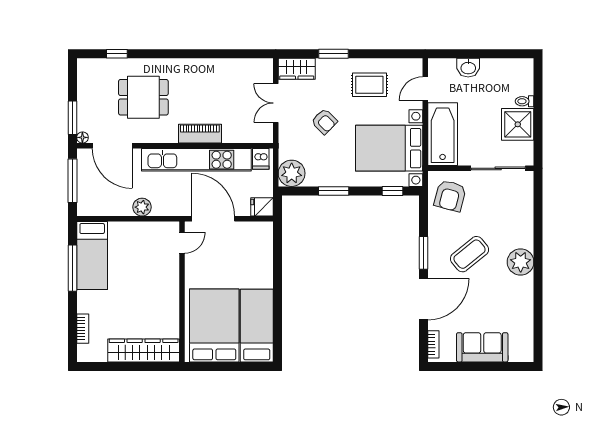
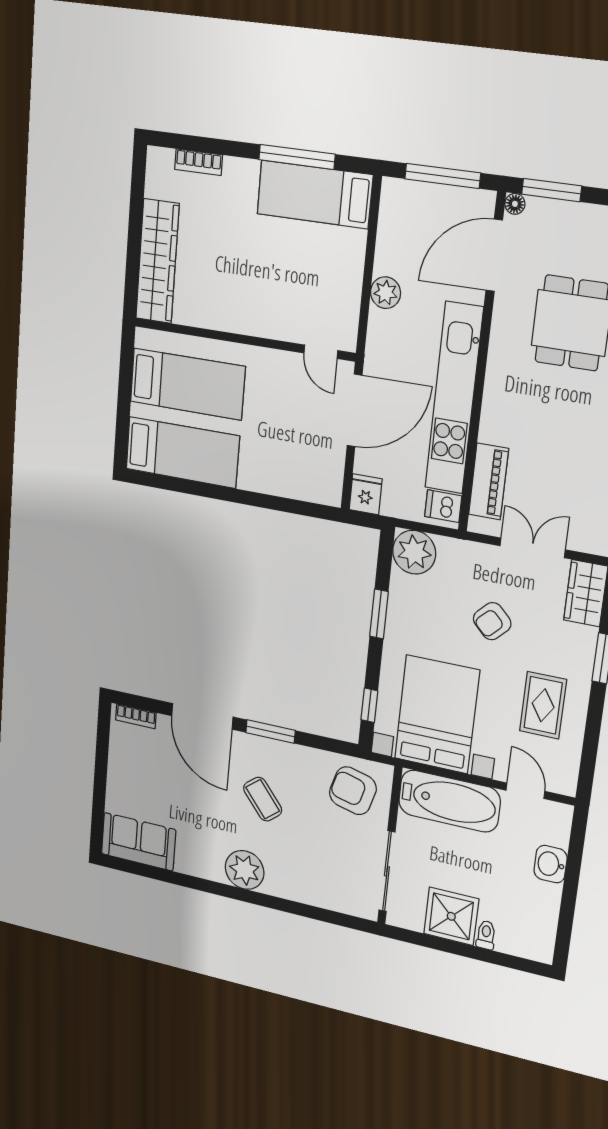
piano: (200, 134) -> (489, 482), moved
coffee table: (470, 254) -> (263, 799), width x0.73, depth x0.77
bed: (214, 326) -> (187, 384), width x0.67
sofa: (482, 347) -> (138, 842), moved, turned -90

